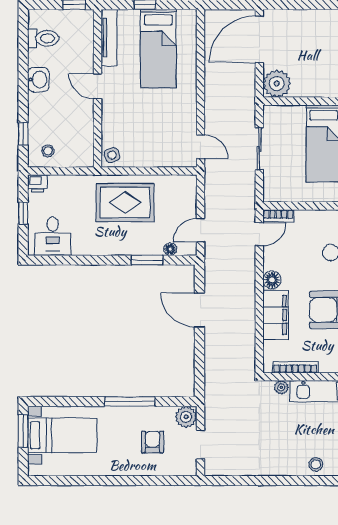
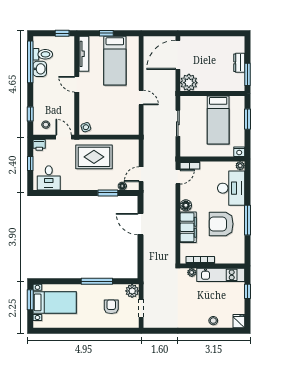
window: (23, 50) -> (30, 62), added
washbasin: (38, 80) -> (40, 69), moved
door: (200, 147) -> (141, 97), moved
door: (76, 171) -> (64, 137), added

